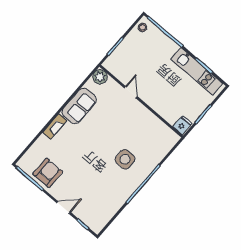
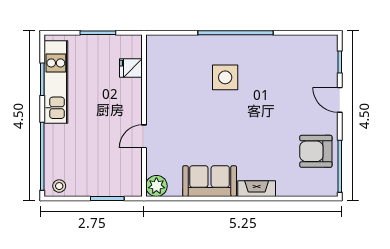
fridge: (182, 125) -> (131, 68), moved

